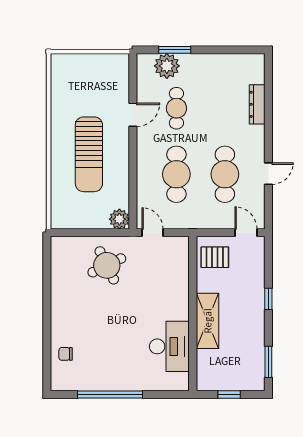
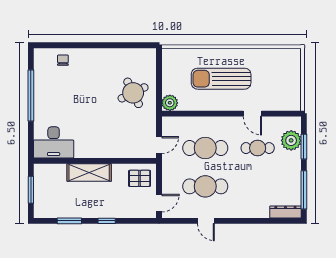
window: (229, 50) -> (304, 190), added
dresser: (257, 104) -> (285, 212), moved
door: (153, 233) -> (159, 145), moved
pallet: (215, 257) -> (140, 178), turned 90
desk: (169, 346) -> (54, 142), moved
window: (268, 362) -> (69, 221), moved
window: (229, 394) -> (31, 190), width x1.50

